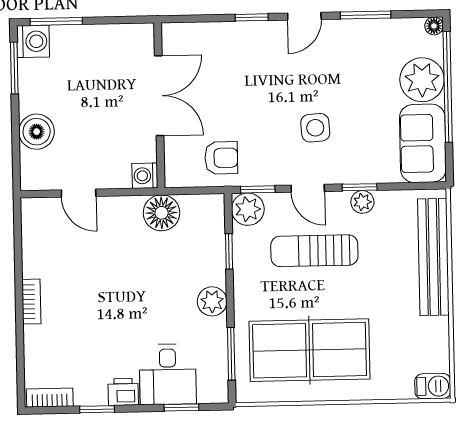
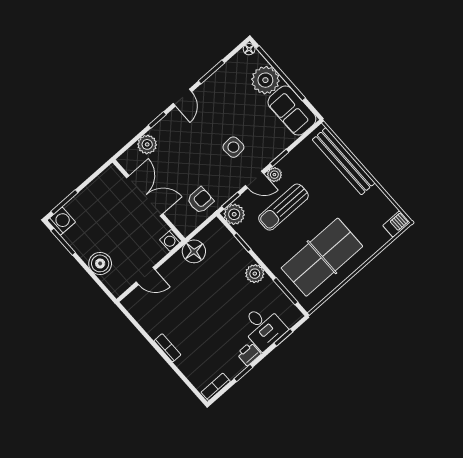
plant: (214, 37) -> (147, 144), added
plant: (362, 202) -> (274, 175), moved

